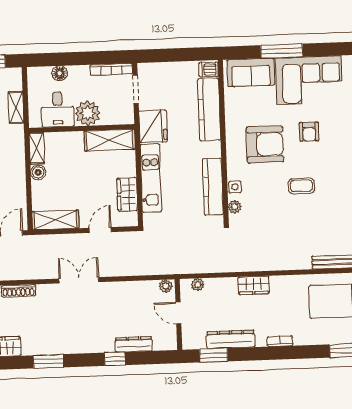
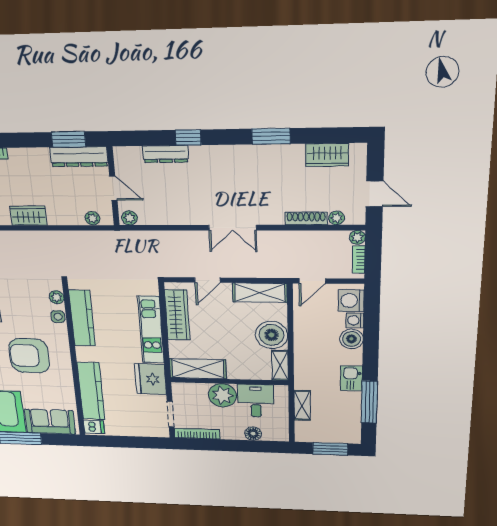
boiler: (38, 172) -> (272, 335), width x1.86, depth x1.86
wardrobe: (127, 194) -> (177, 315), width x1.50
dresser: (231, 339) -> (79, 157), moved

